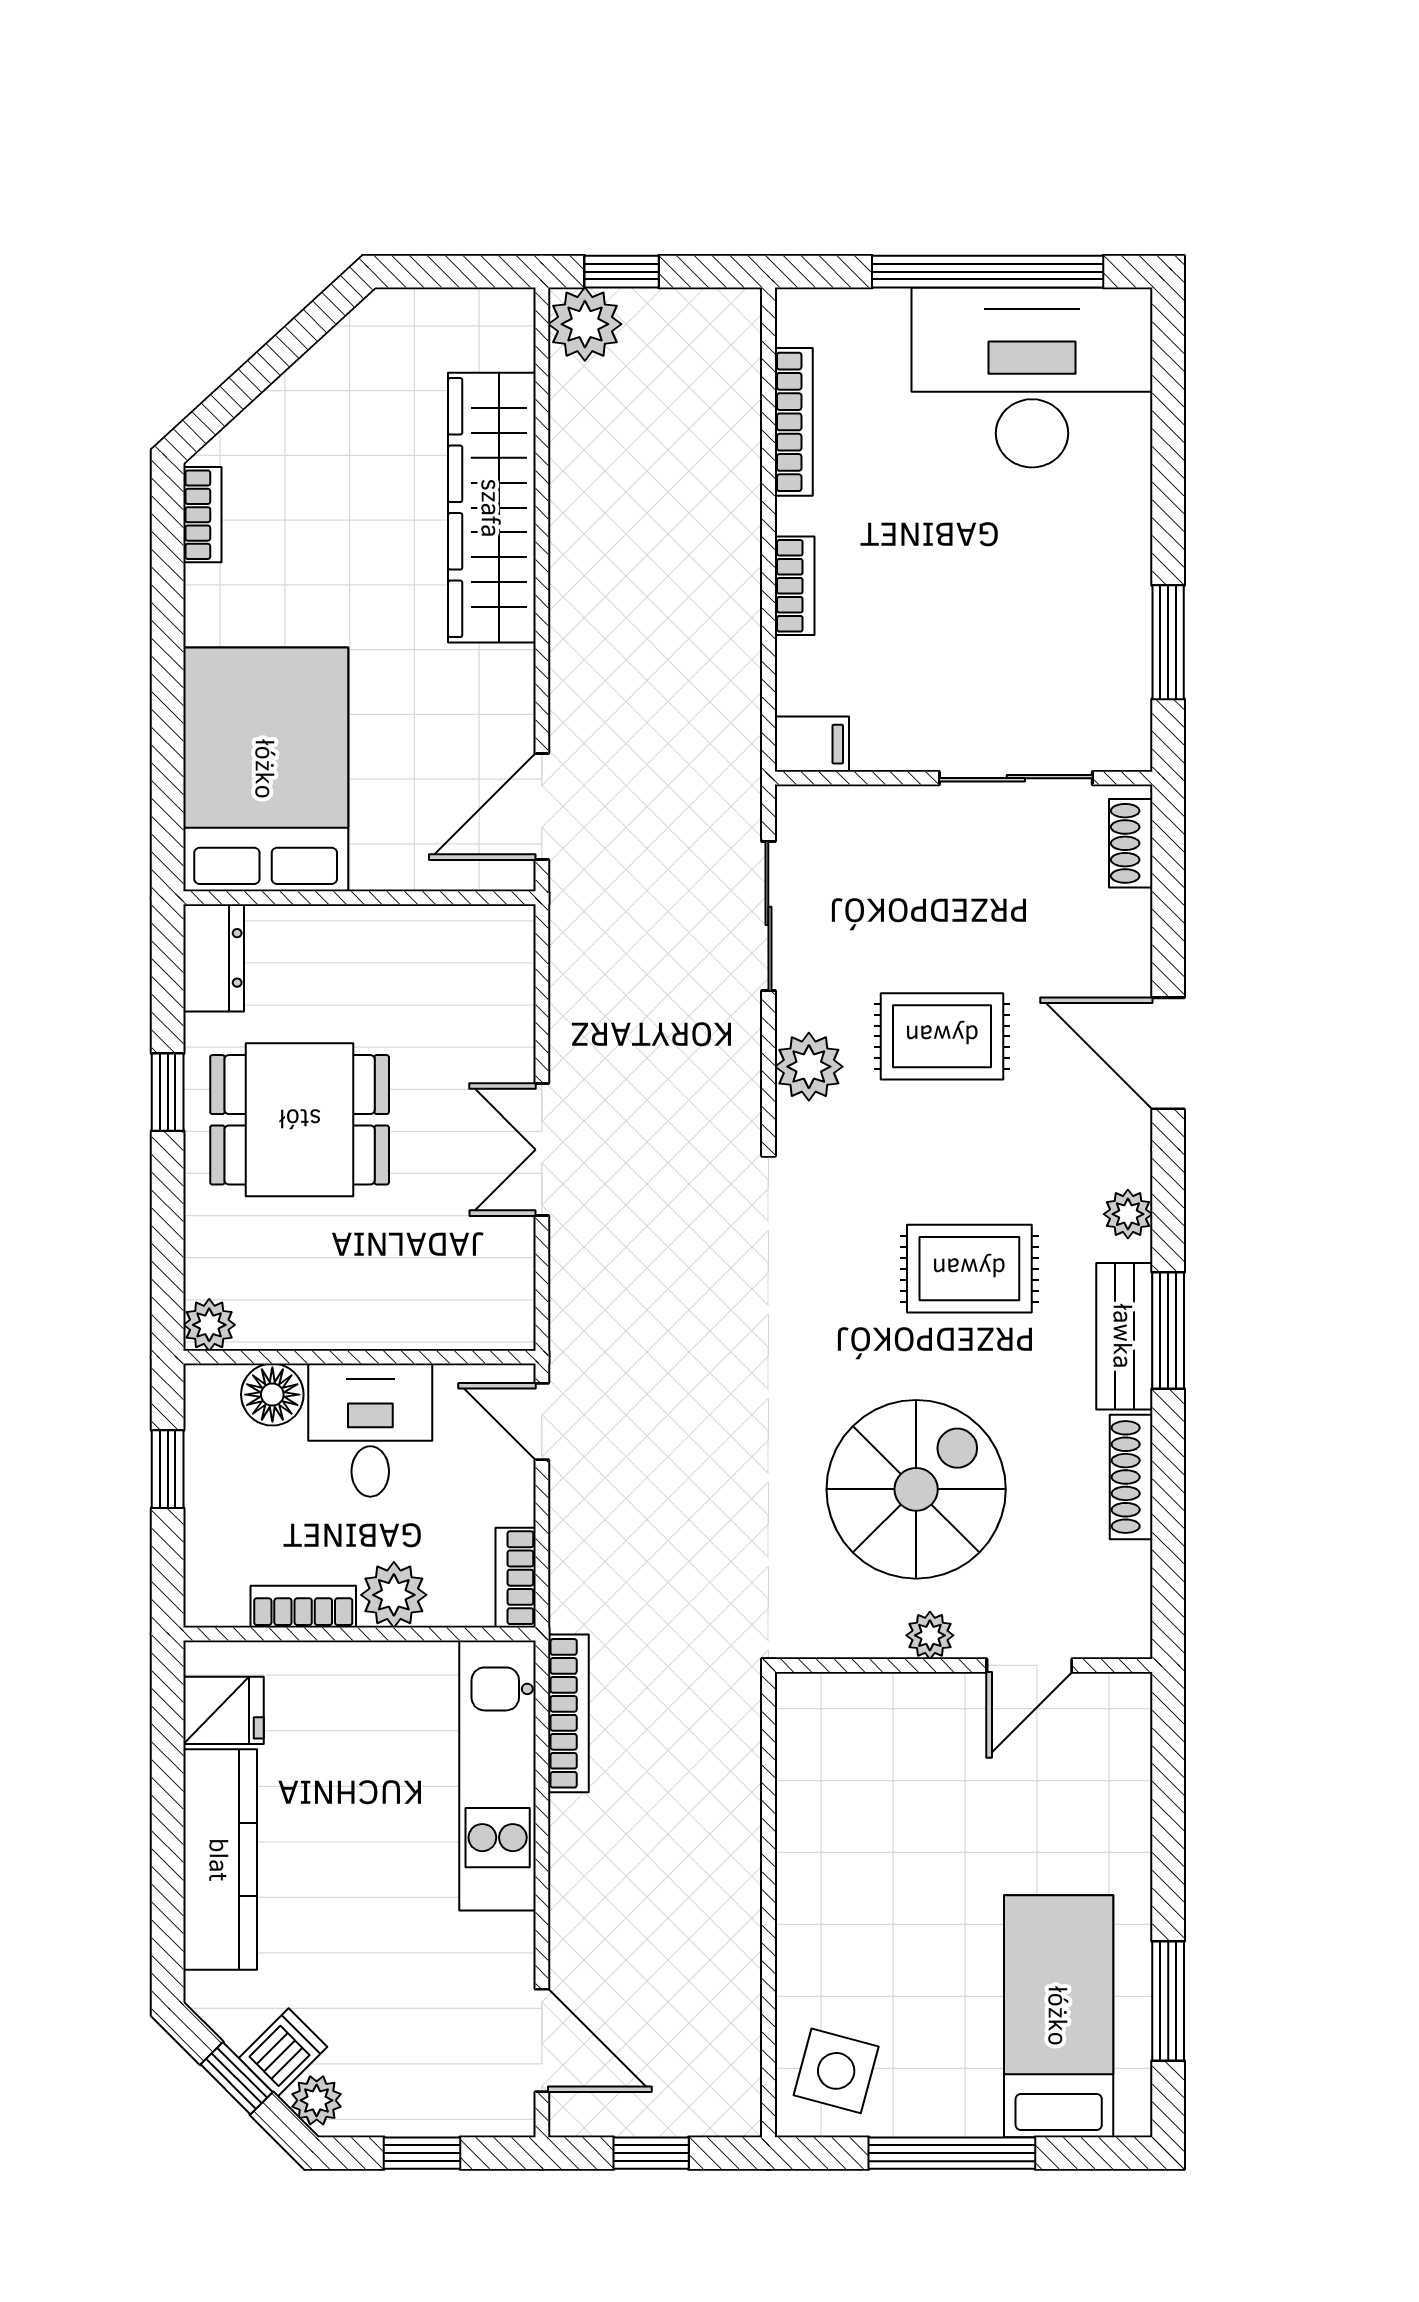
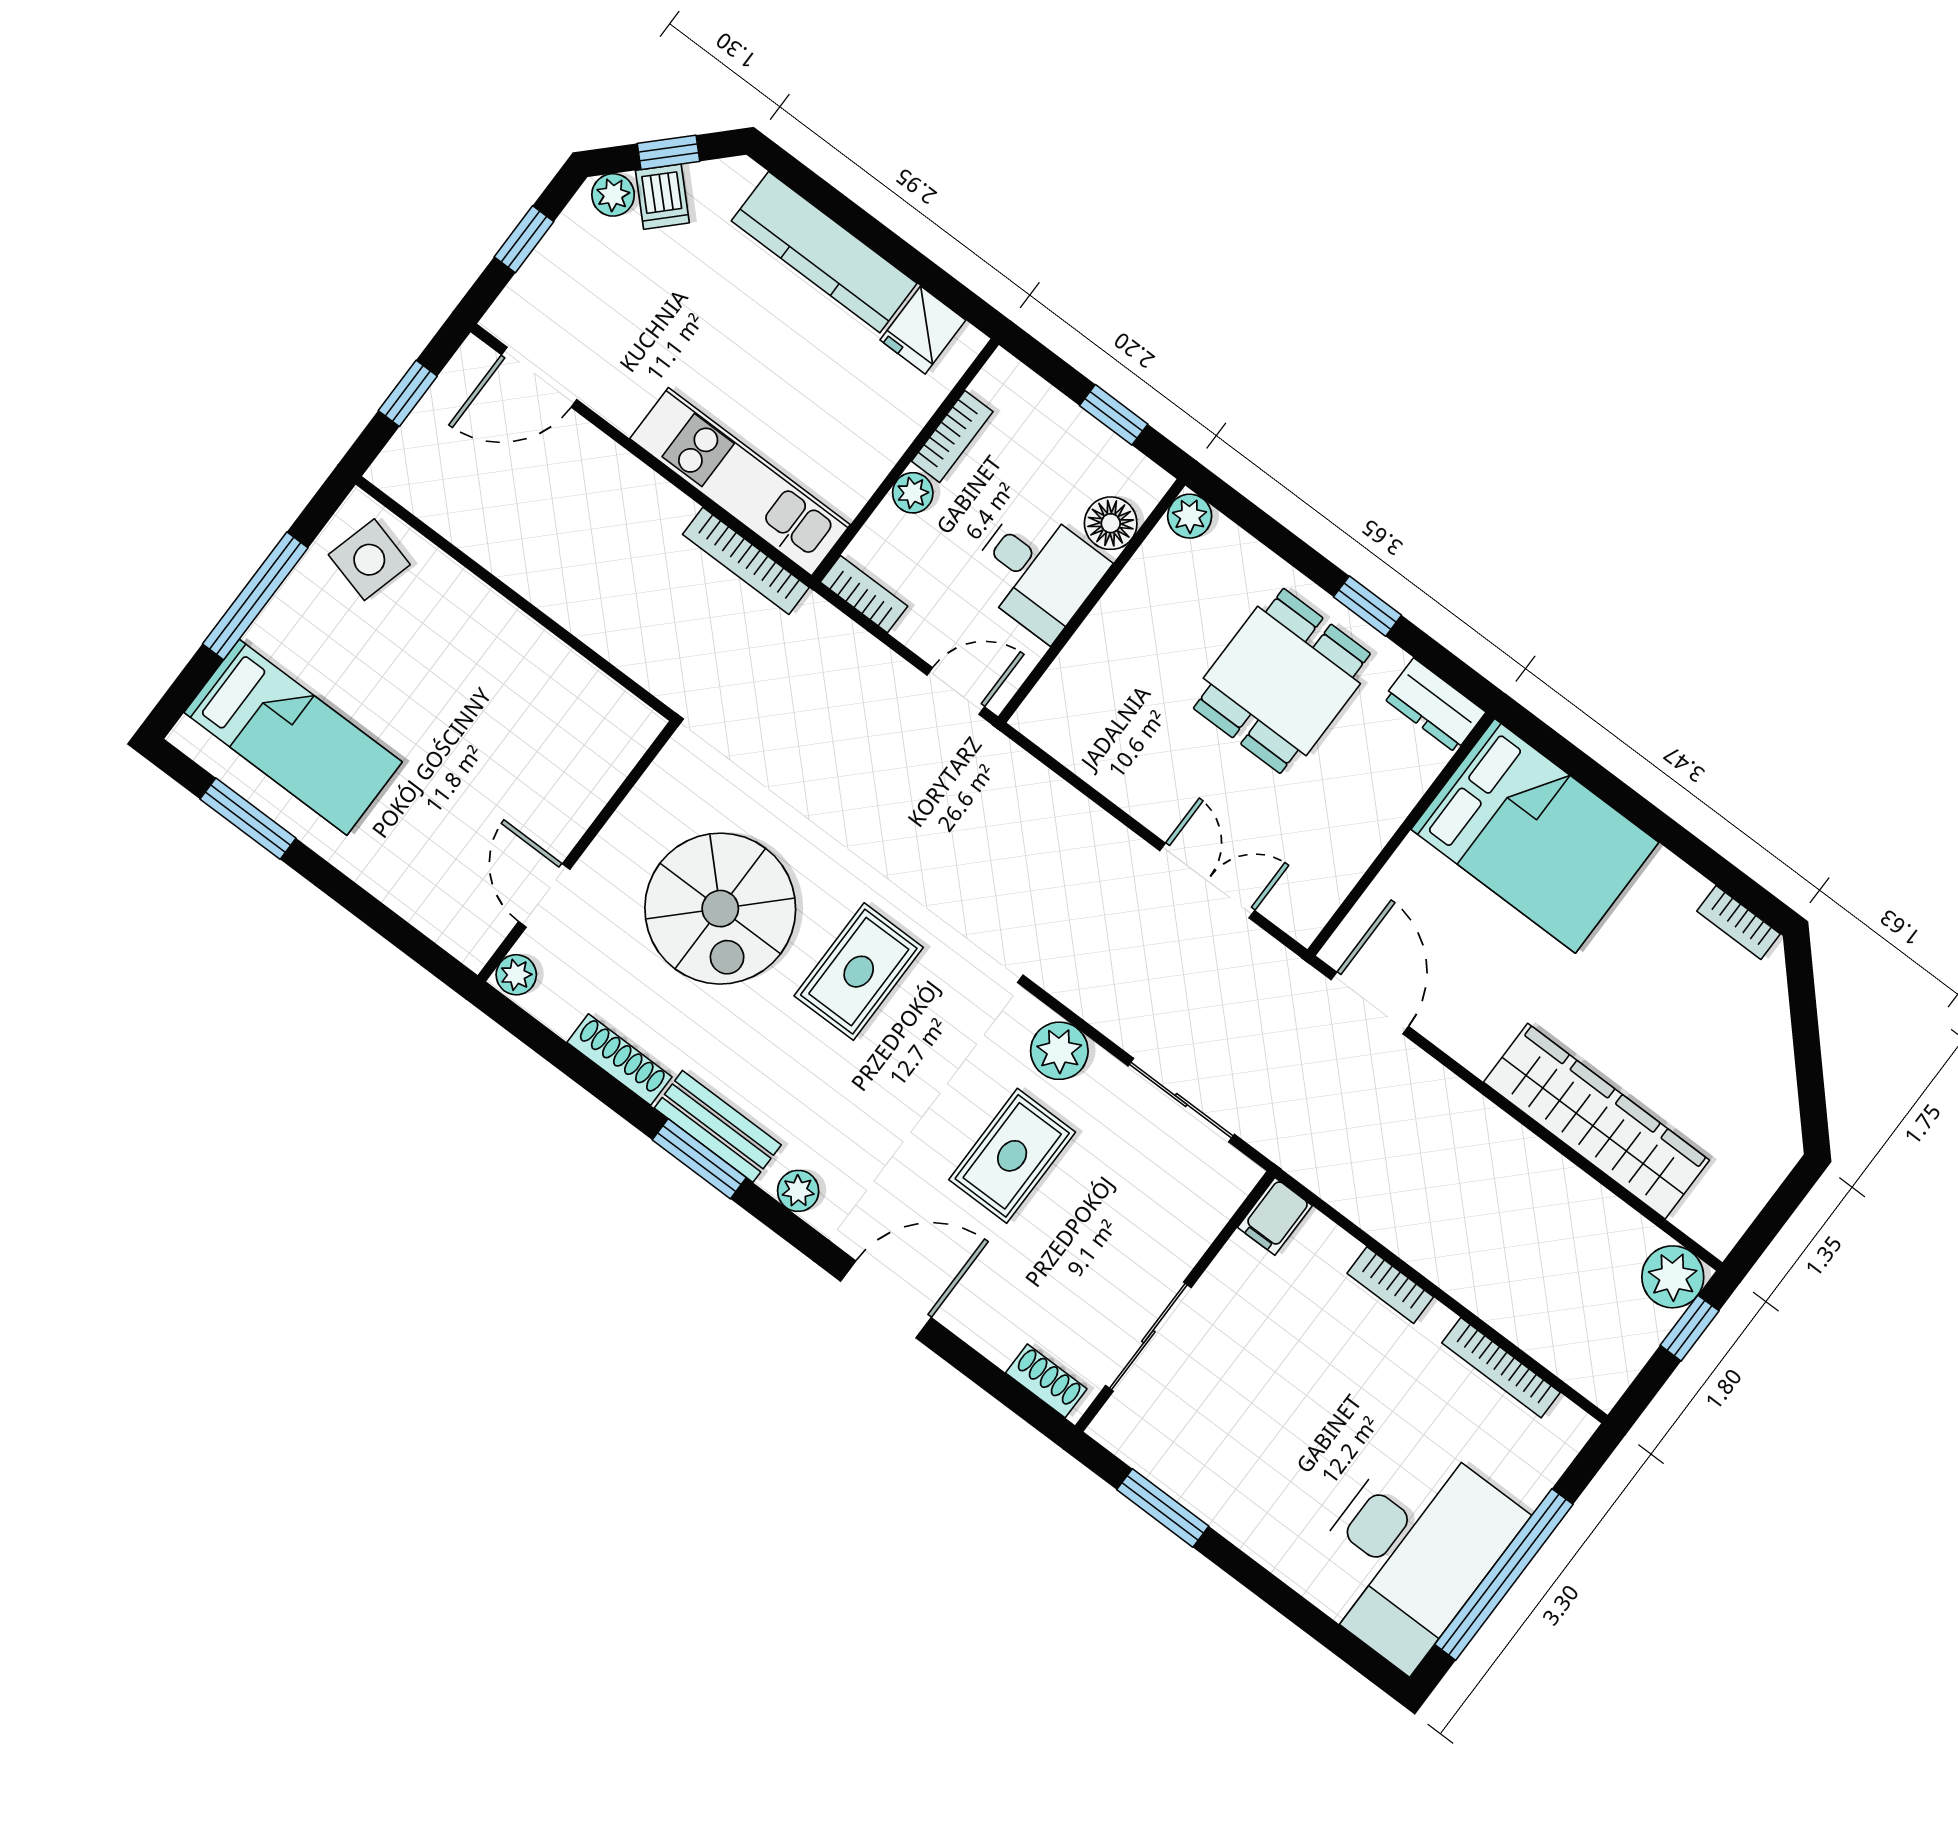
double door: (542, 1150) -> (1207, 881), moved
rug: (969, 1269) -> (859, 972), moved
plant: (394, 1595) -> (913, 493), width x0.73, depth x0.73
plant: (930, 1635) -> (516, 975), moved

